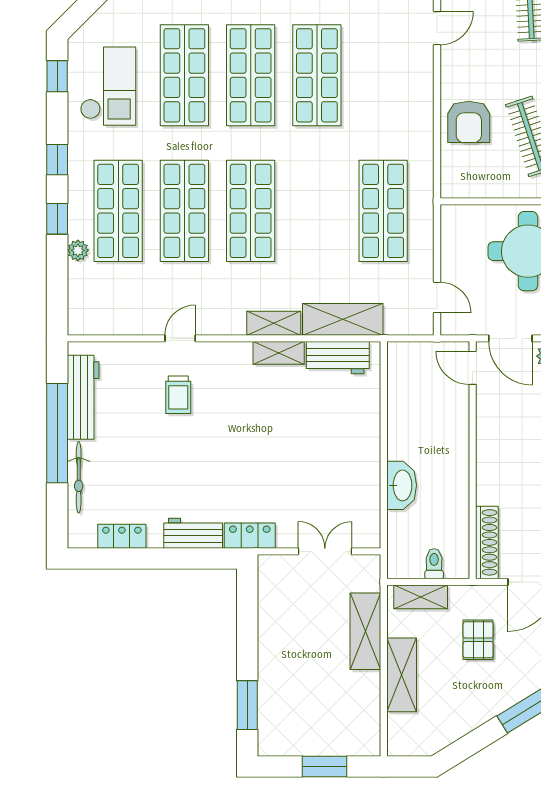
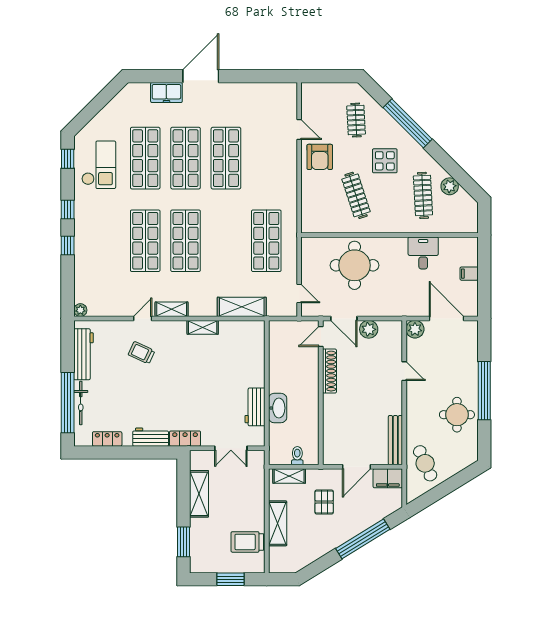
door: (437, 28) -> (299, 129), hinge flipped
armchair: (469, 122) -> (320, 157), moved
shop shelf: (118, 211) -> (105, 241), removed
plant: (78, 250) -> (80, 310), moved
shelving: (274, 323) -> (172, 309), moved
workbench: (338, 358) -> (255, 407), moved, turned 90
door: (473, 368) -> (321, 336), hinge flipped
trolley: (178, 395) -> (141, 353), turned 115
window: (57, 433) -> (68, 403), moved
shoe rack: (487, 542) -> (329, 371), moved
double door: (325, 551) -> (231, 448), swing flipped
shelving: (365, 631) -> (199, 494), moved
trolley: (352, 705) -> (247, 542), added

